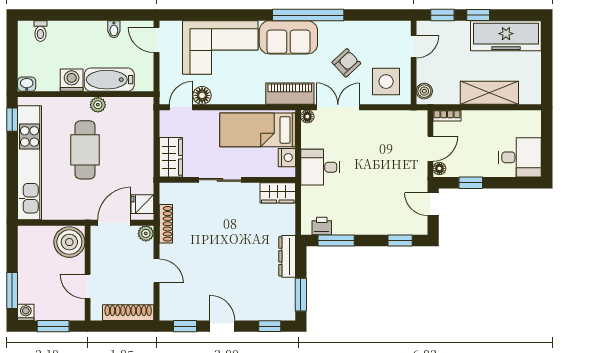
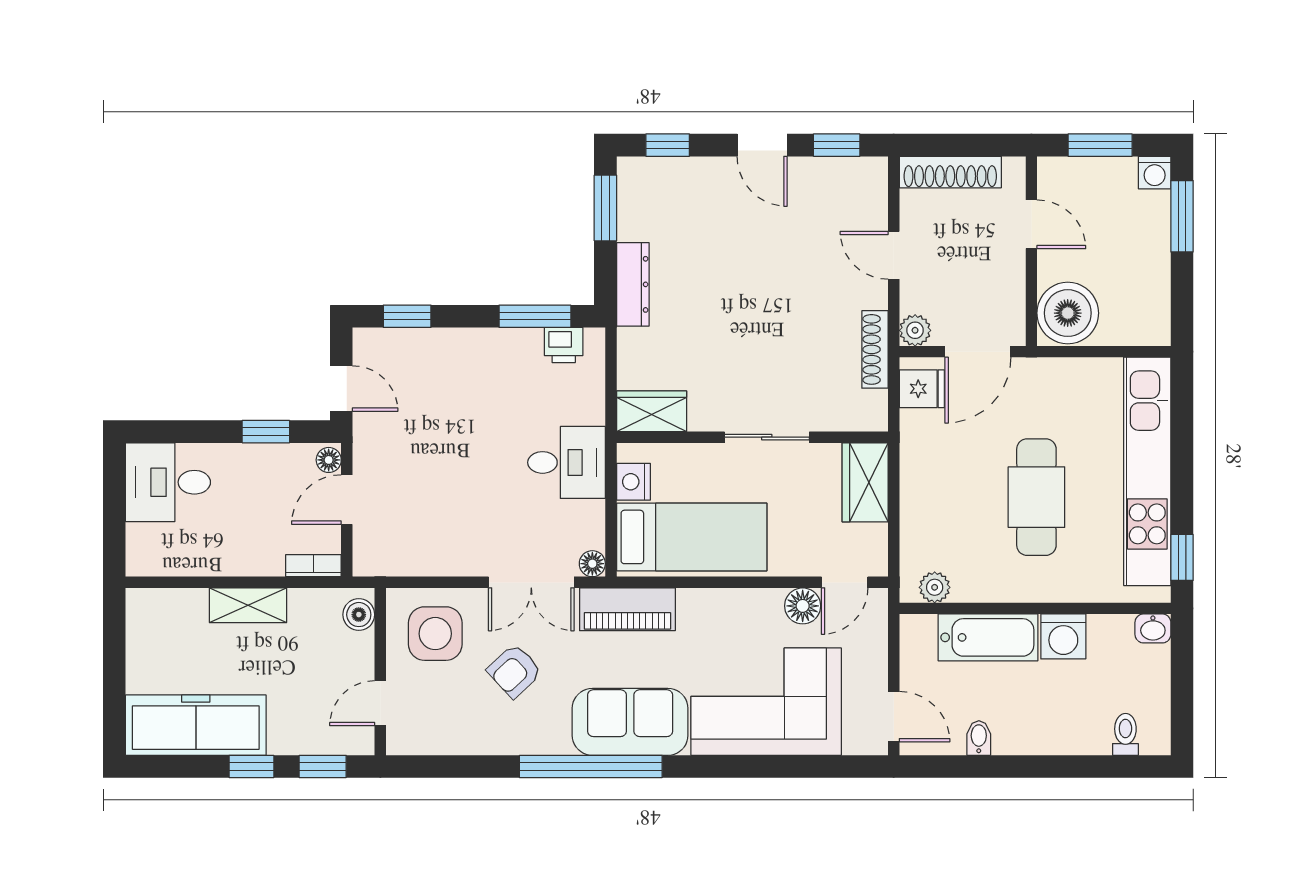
shelving: (489, 93) -> (248, 605), width x0.67, depth x0.75
plant: (98, 105) -> (935, 587), moved

